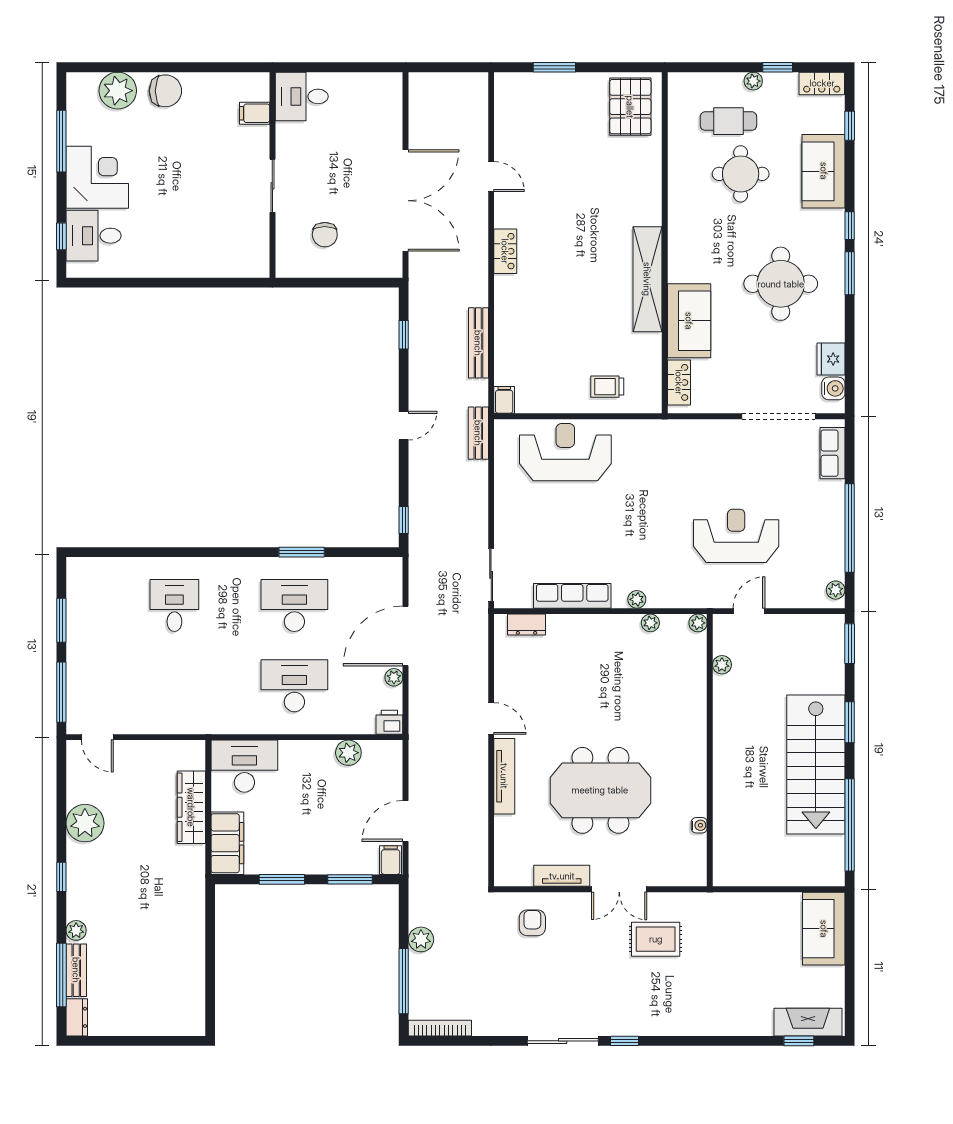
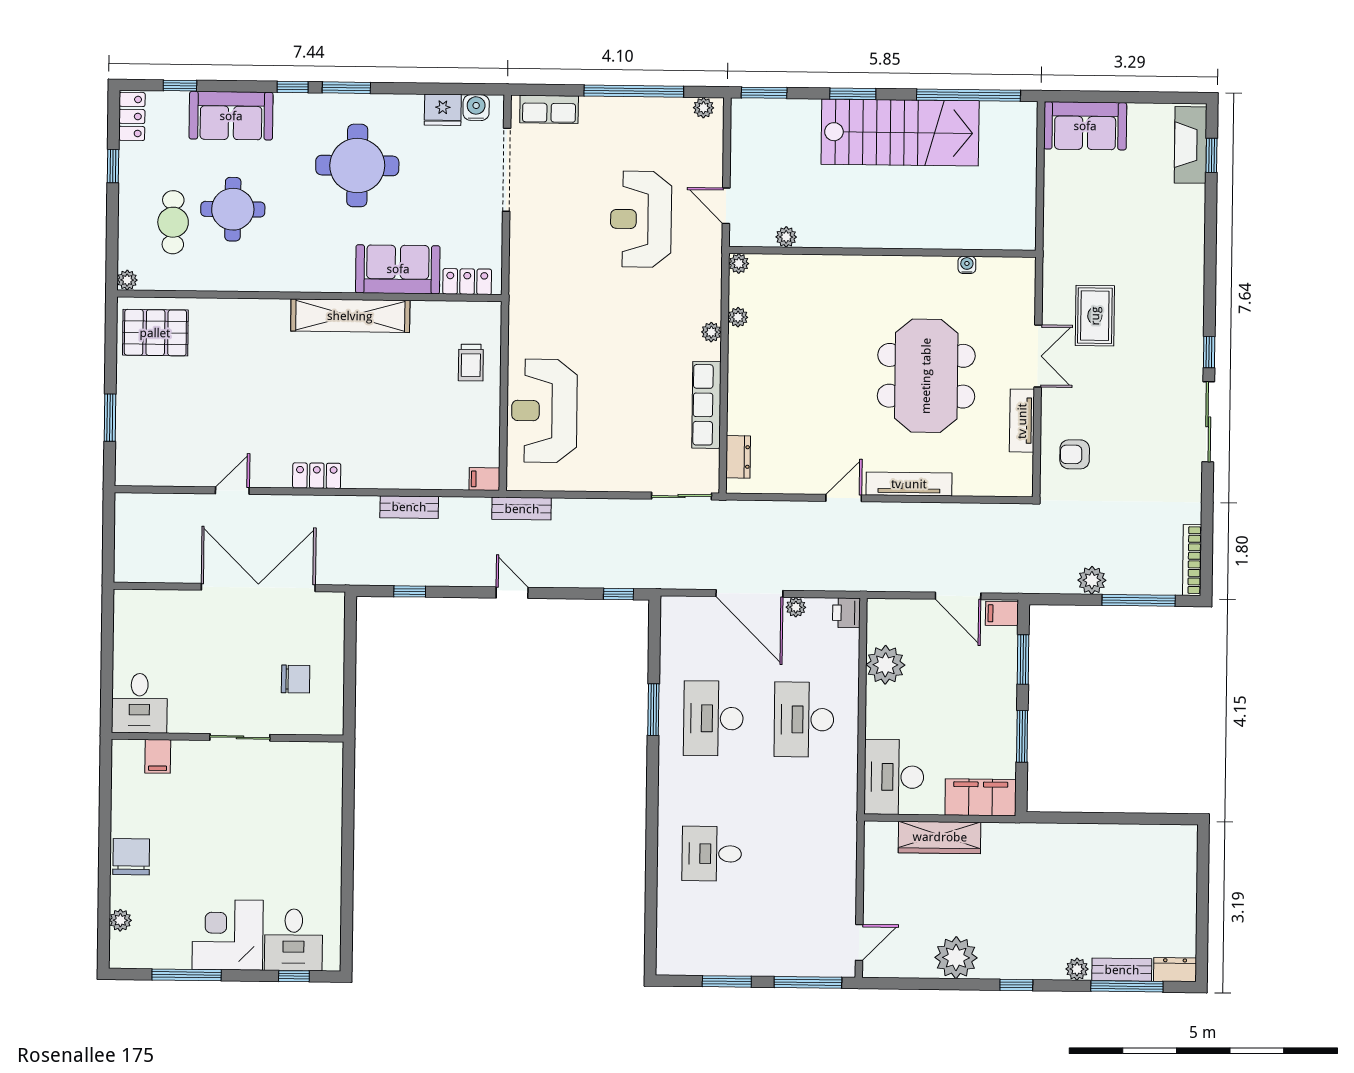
plant: (753, 81) -> (127, 280), moved
plant: (118, 91) -> (120, 920), width x0.53, depth x0.53
bench: (478, 343) -> (409, 507), width x0.73
plant: (348, 753) -> (885, 665), width x1.36, depth x1.36

